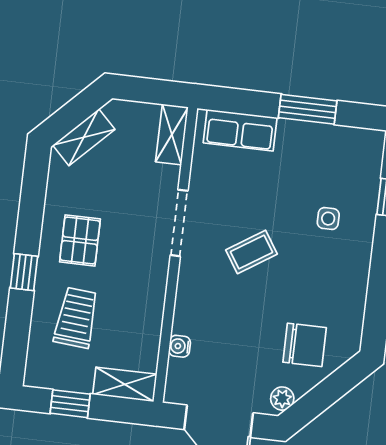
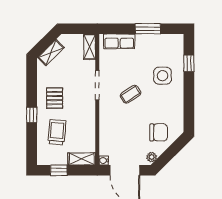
side table: (328, 219) -> (163, 76), width x1.87, depth x1.87
water cooler: (180, 346) -> (104, 160), moved

